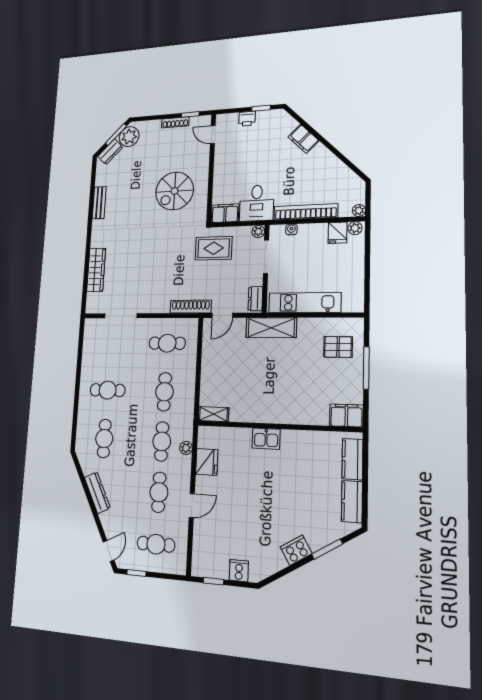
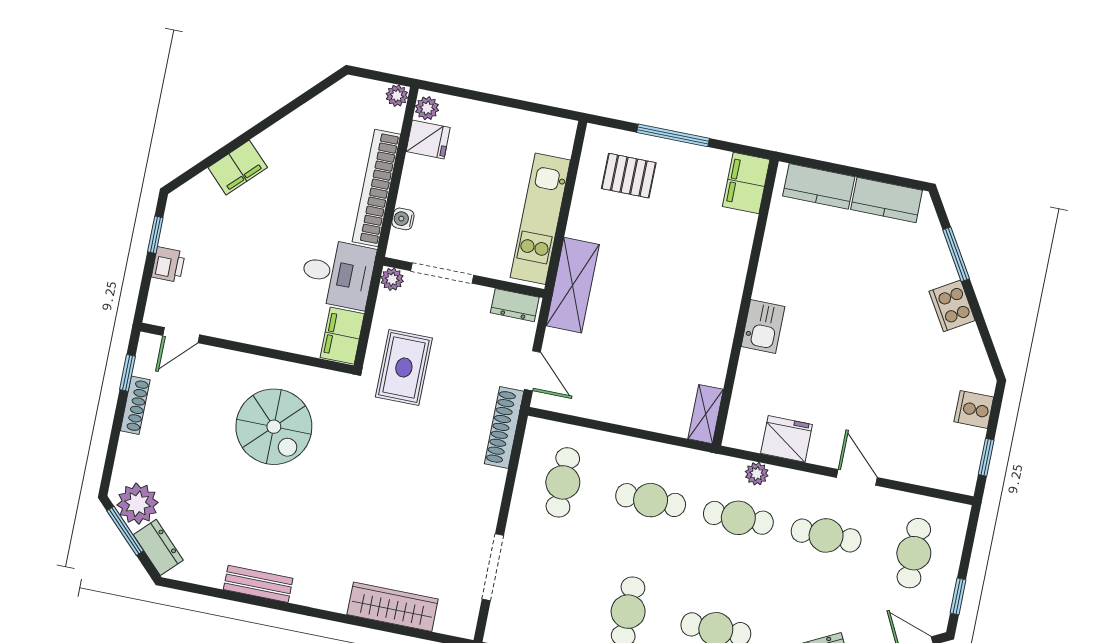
pallet: (338, 347) -> (629, 176), turned 90

